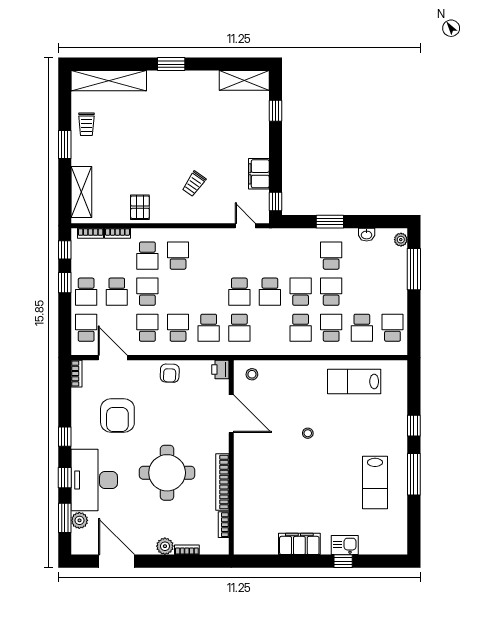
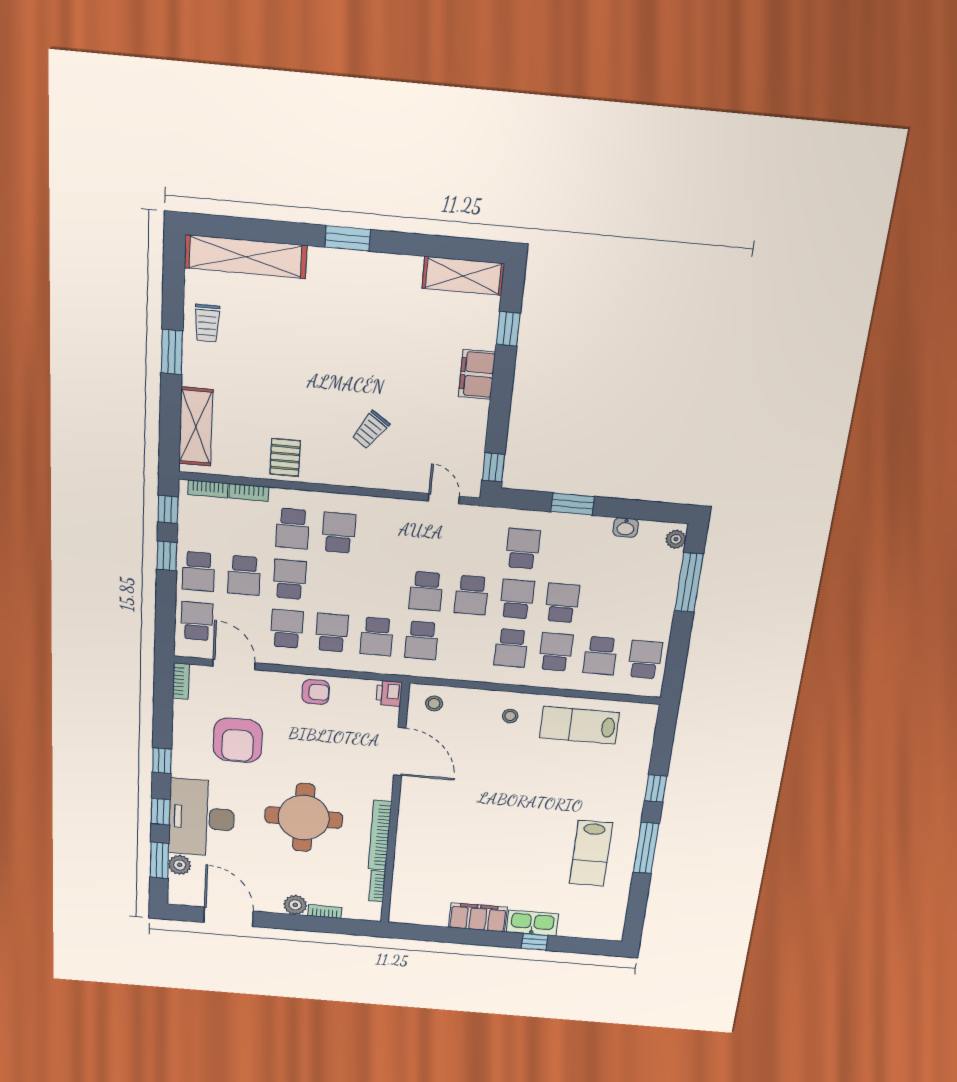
filing cabinet: (259, 174) -> (477, 374), moved
school desk: (331, 256) -> (523, 549), moved
armchair: (170, 373) -> (316, 692), turned -92
stool: (308, 433) -> (510, 716), moved
kitchen sink: (345, 545) -> (532, 923), width x1.38

